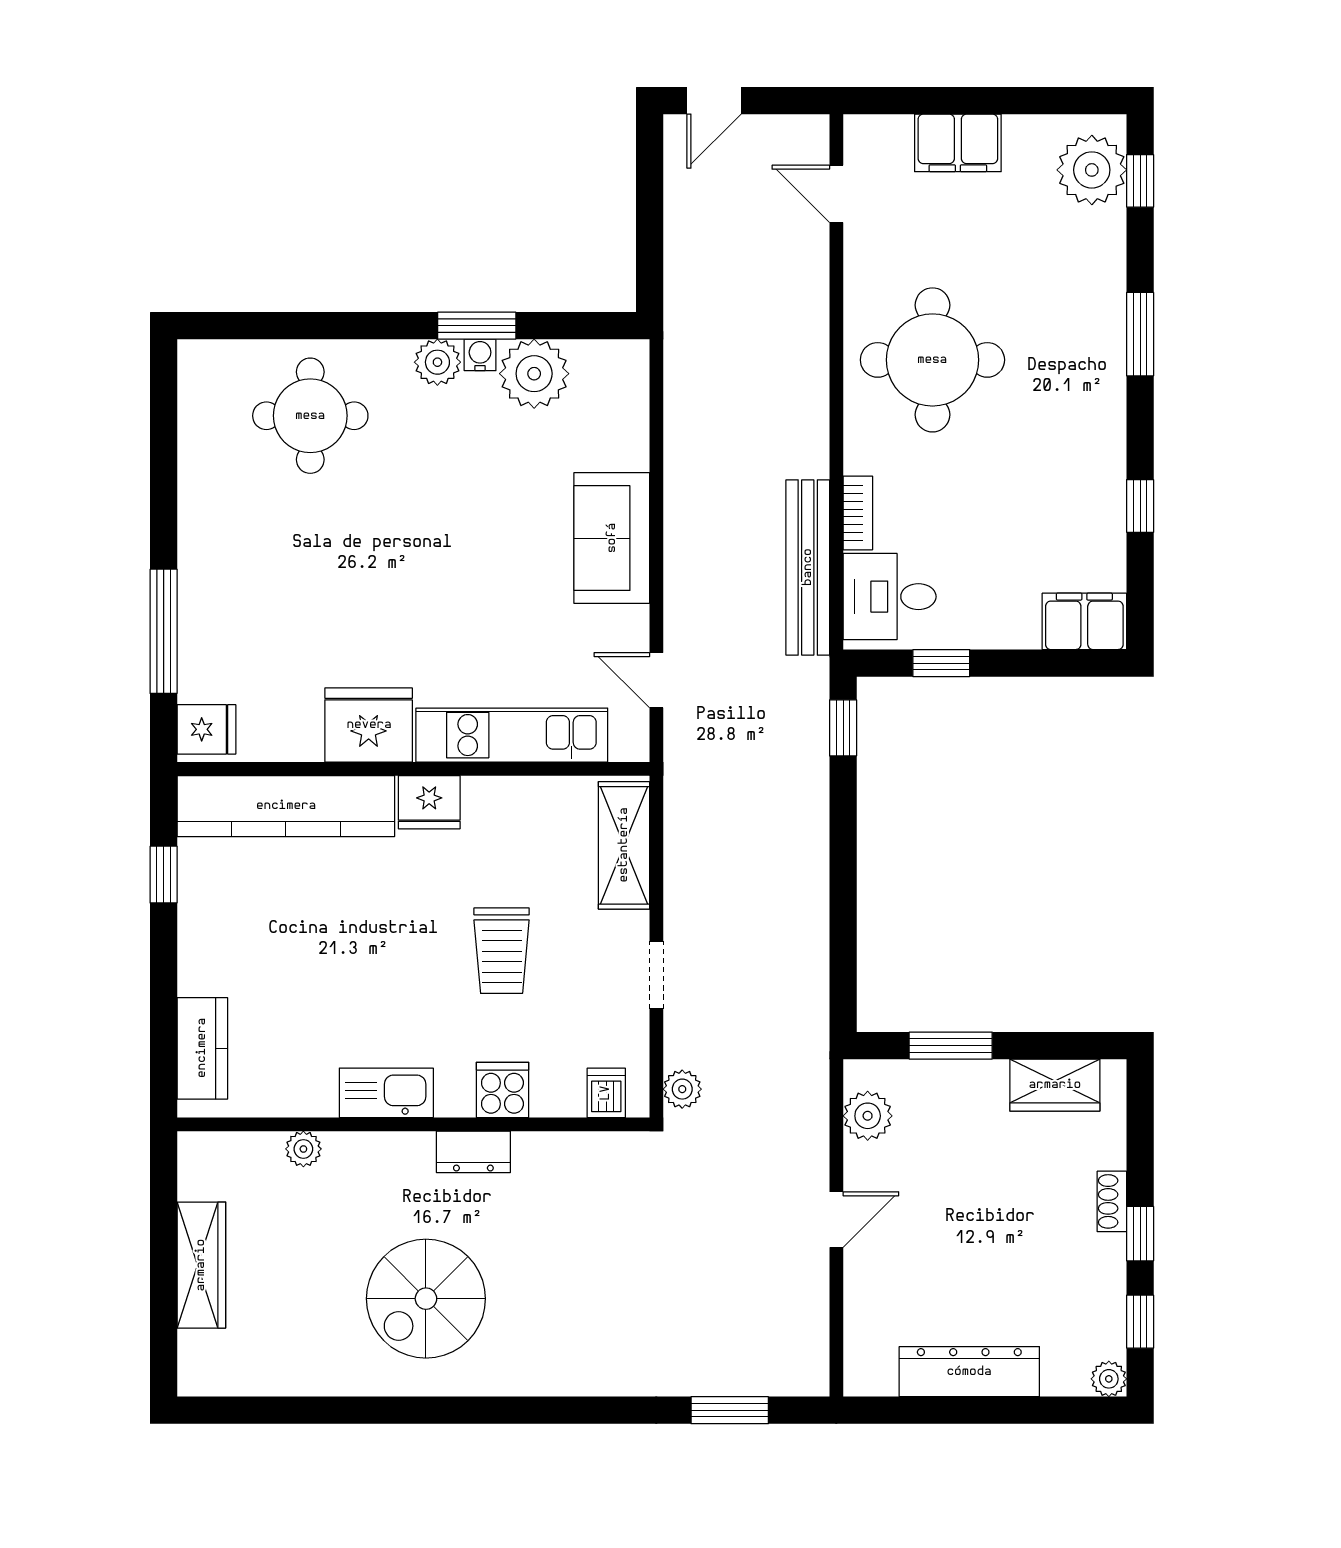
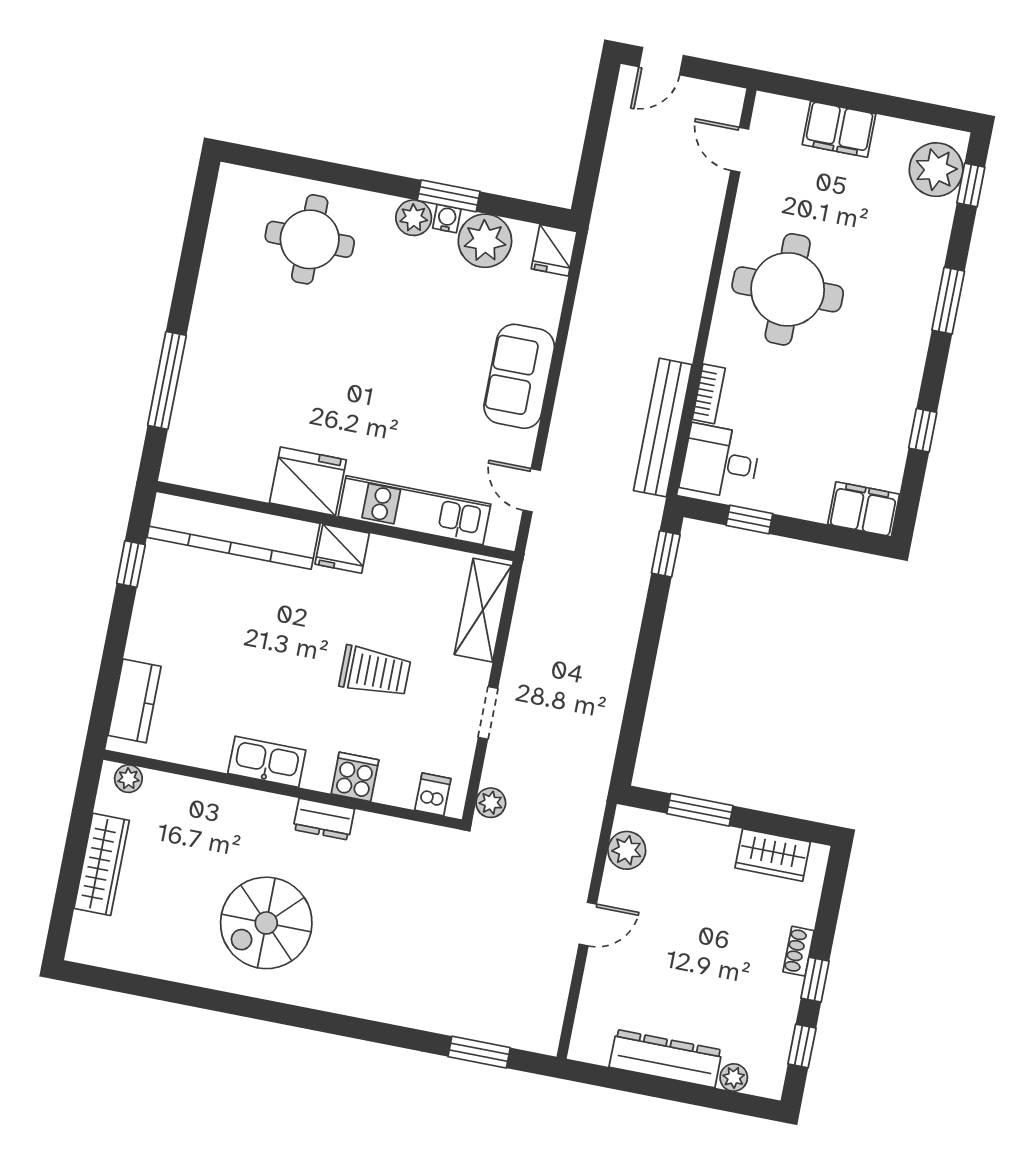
fridge: (206, 729) -> (554, 250), moved, turned 90
trolley: (502, 951) -> (375, 672), turned -90
plant: (303, 1149) -> (128, 779), moved
plant: (1109, 1379) -> (734, 1078), moved

